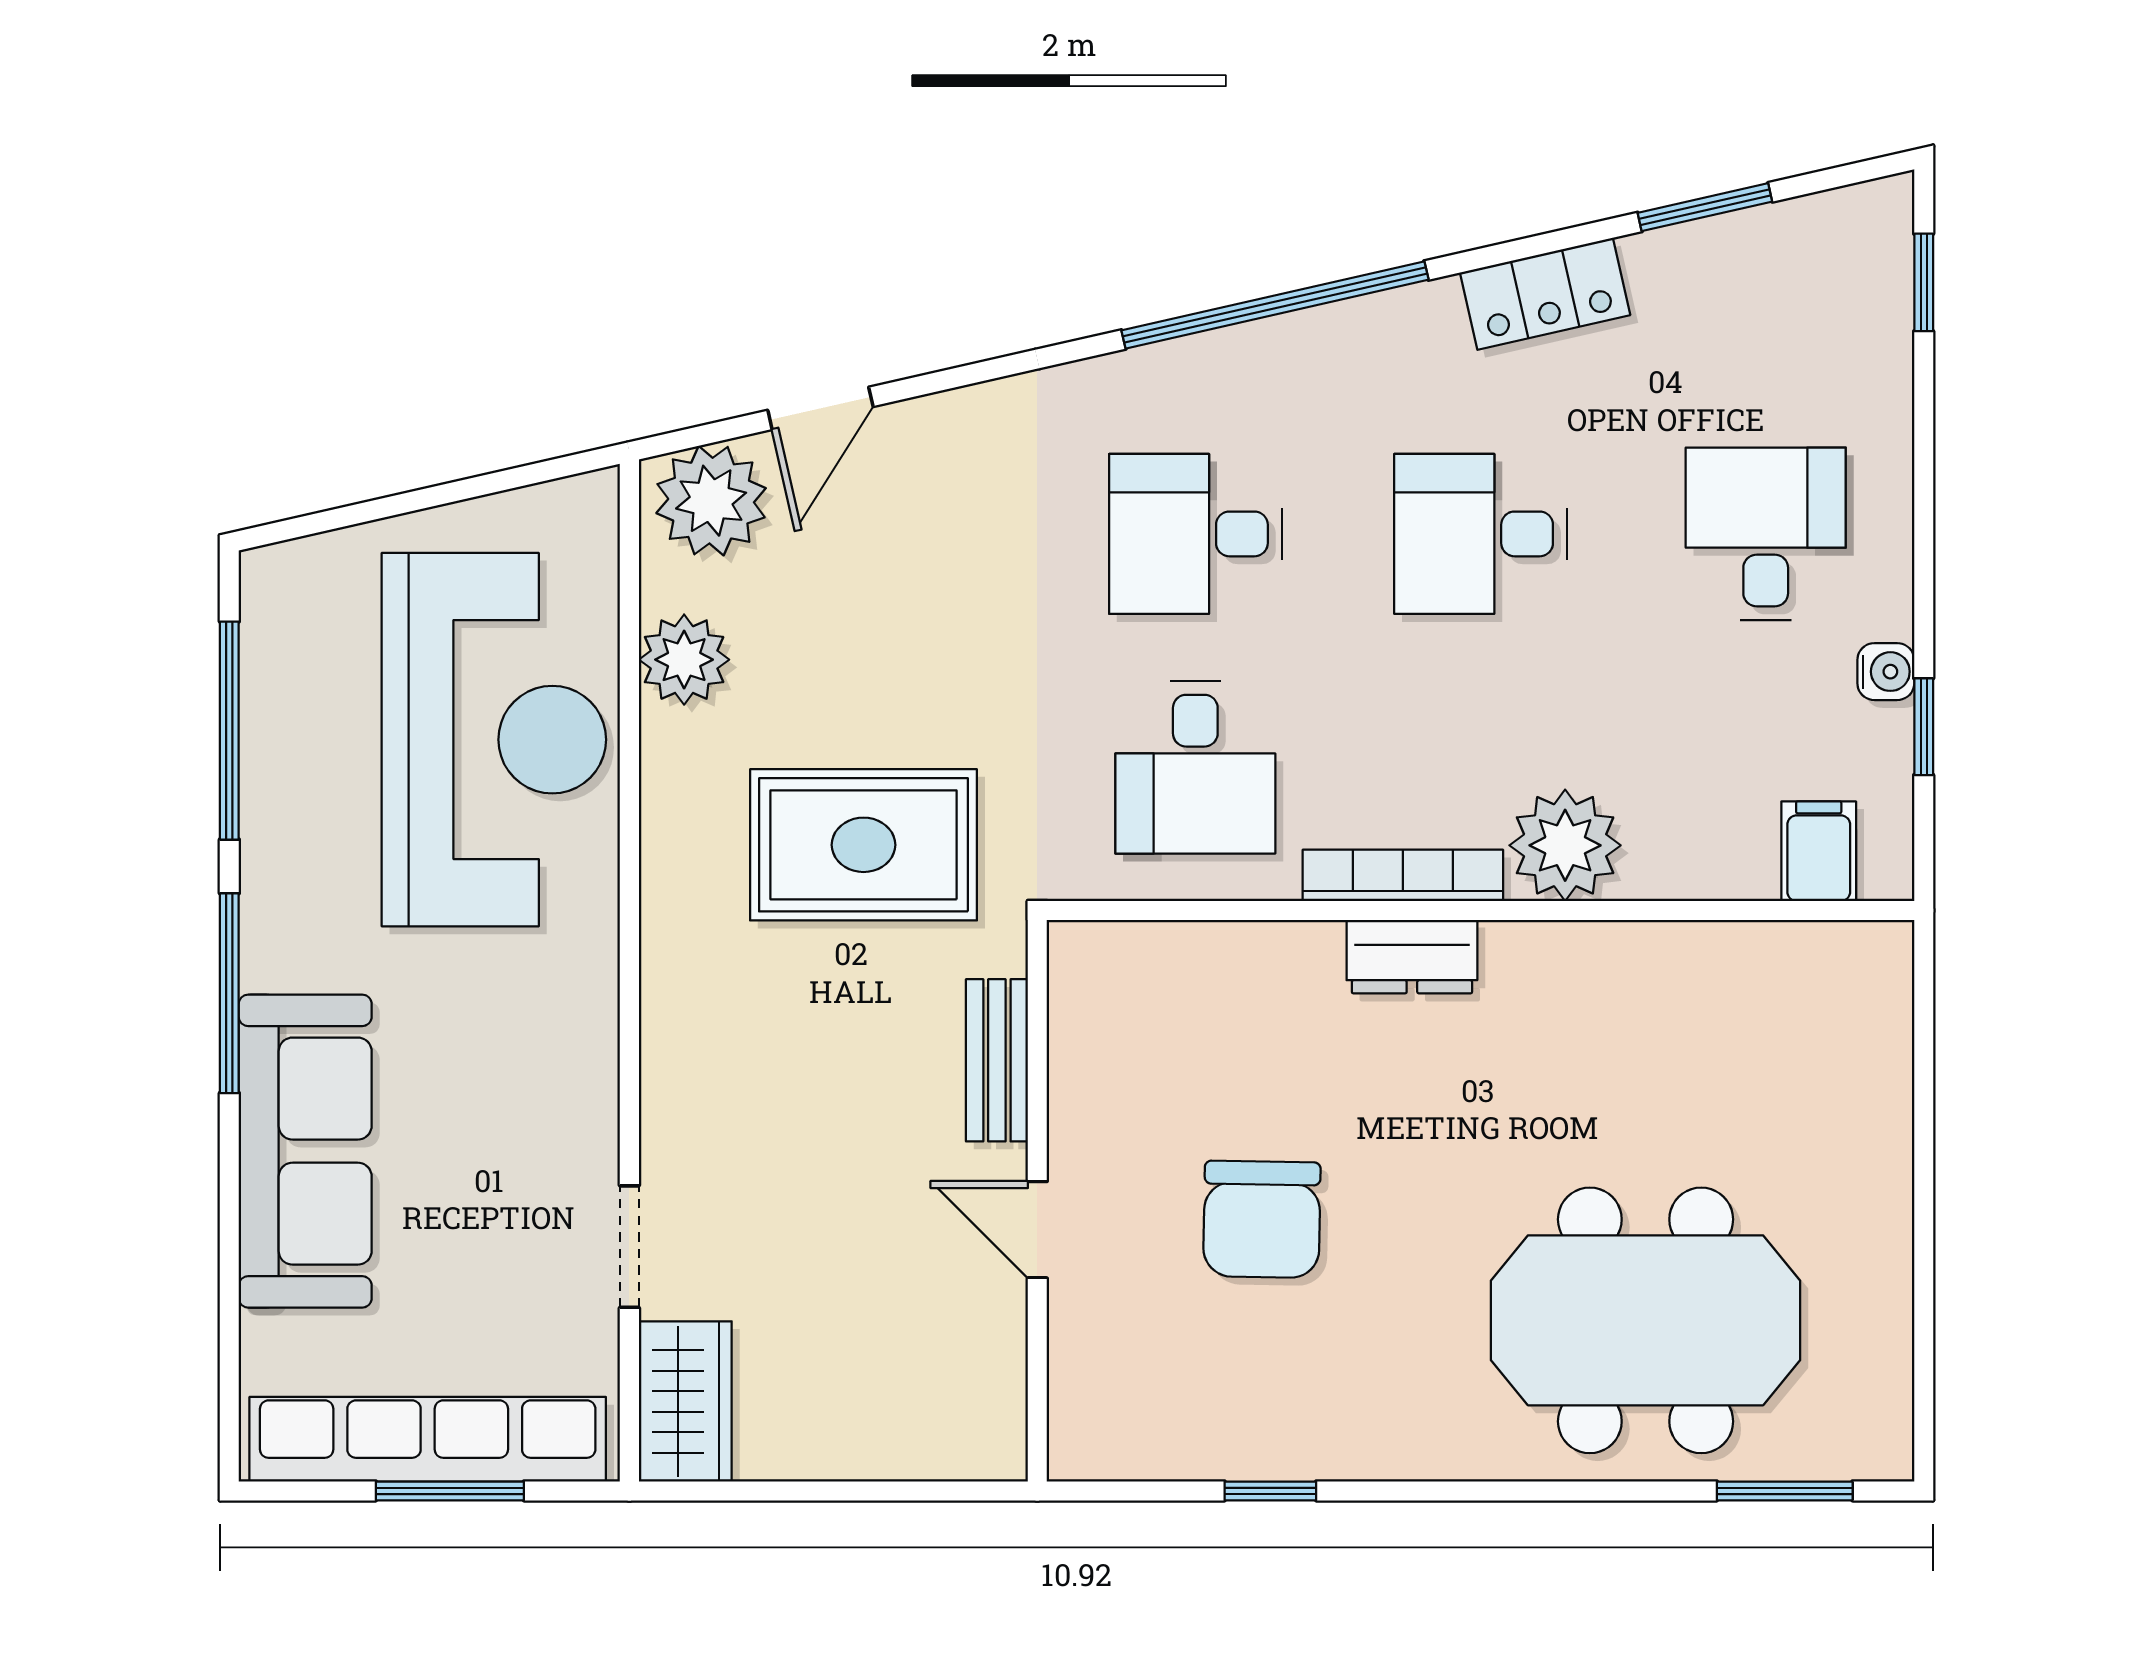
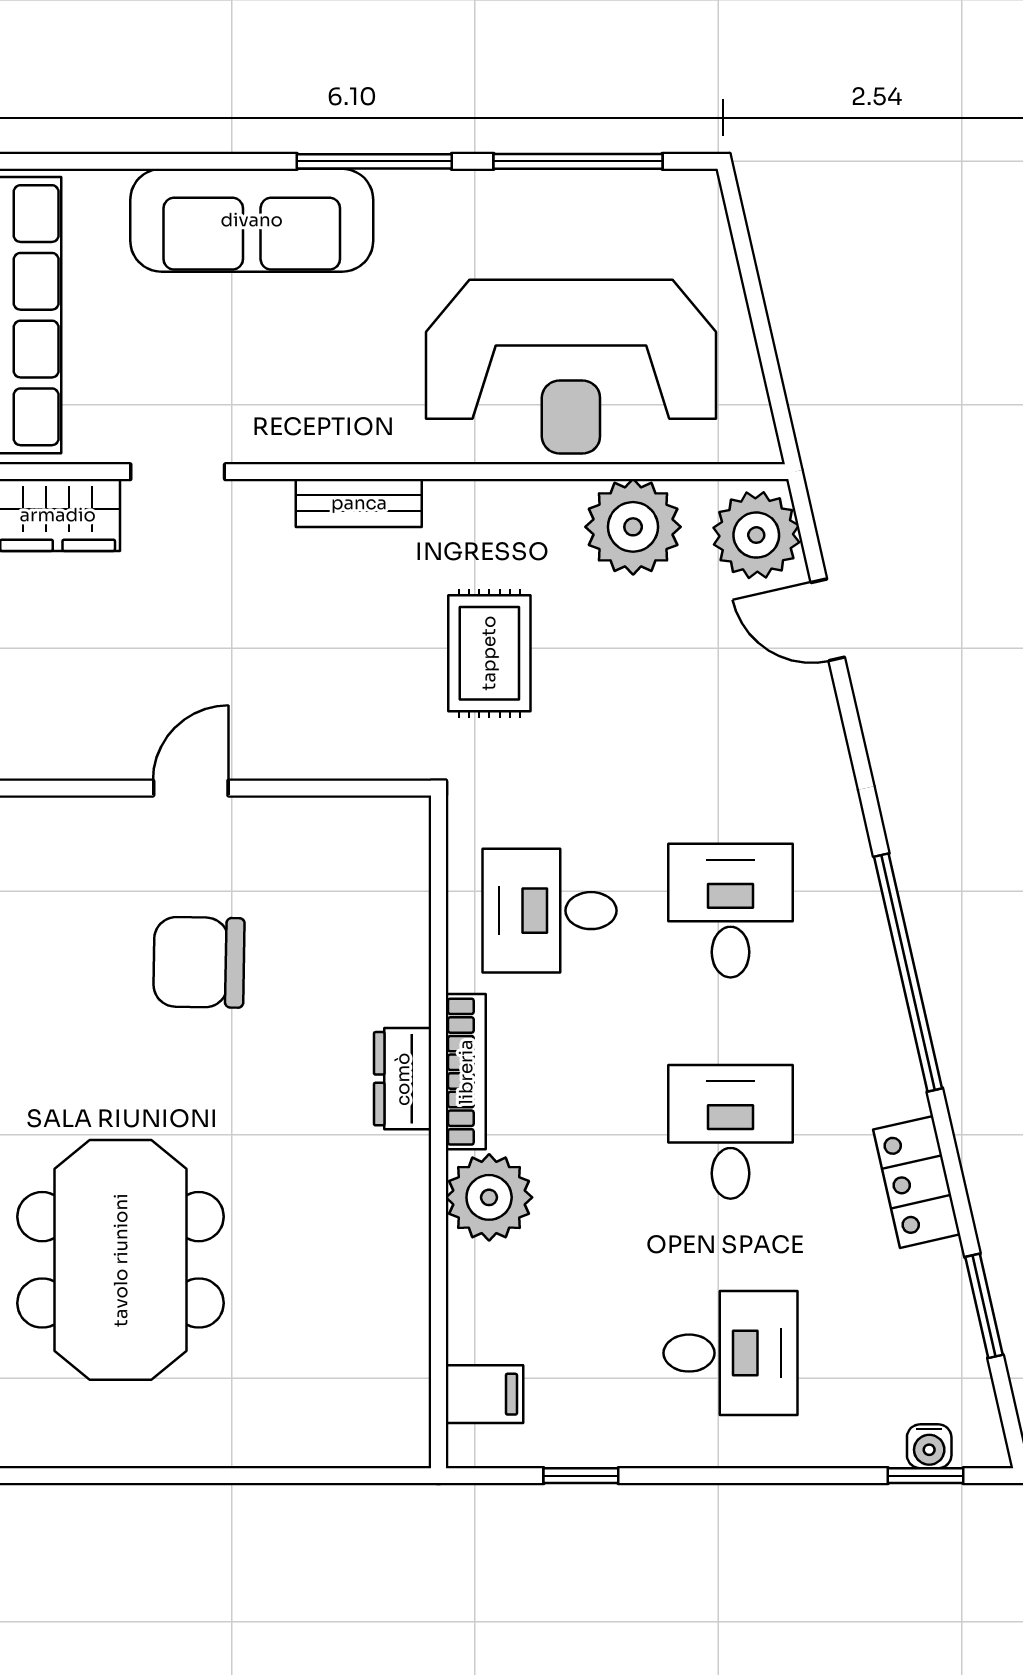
plant: (684, 660) -> (633, 527), width x1.36, depth x1.36
water cooler: (1886, 672) -> (929, 1446), moved
rug: (863, 845) -> (489, 653), width x0.73, depth x0.70
bench: (997, 1060) -> (359, 503), moved

